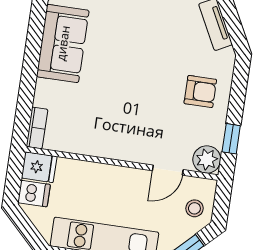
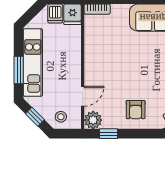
door: (168, 170) -> (83, 96), swing flipped

